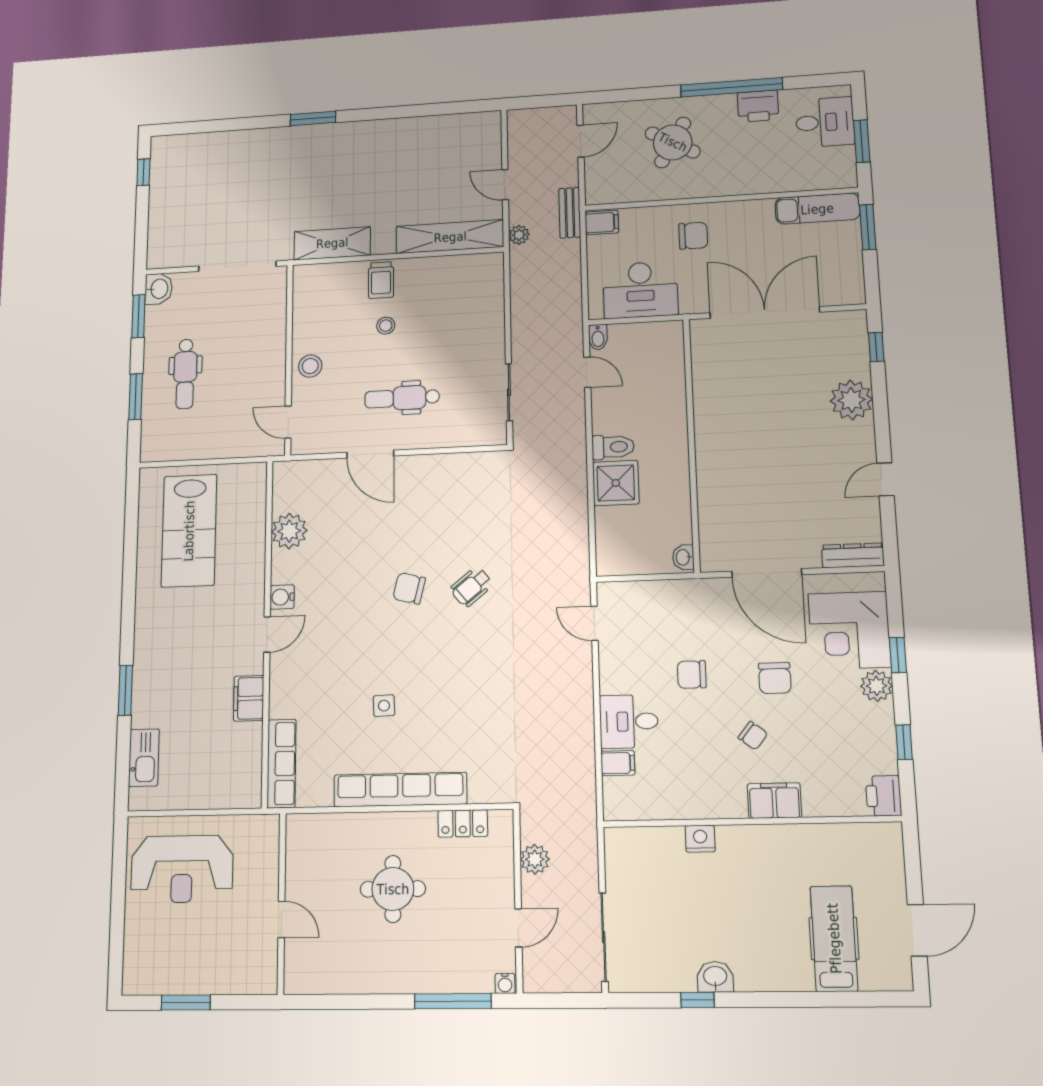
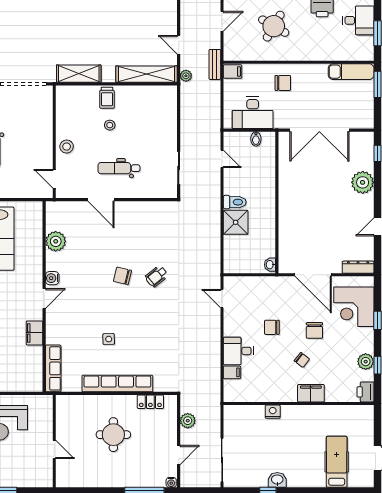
double door: (765, 312) -> (319, 130), swing flipped
bidet: (598, 337) -> (256, 139), moved
plant: (877, 686) -> (366, 362), moved

